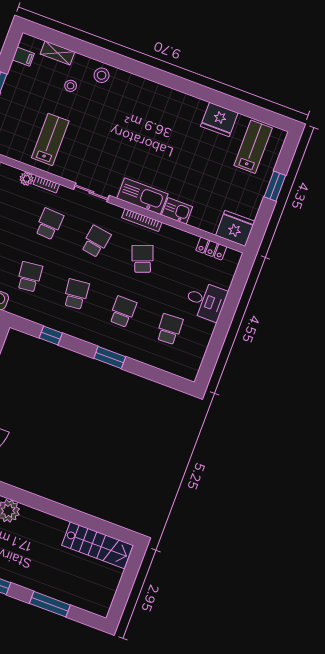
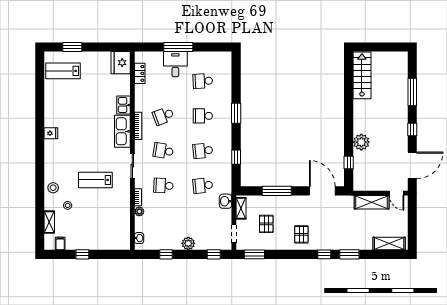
fridge: (219, 120) -> (51, 133), moved, width x0.53, depth x0.75
lab bench: (50, 139) -> (95, 180), moved
window: (275, 186) -> (72, 47), moved
window: (227, 313) -> (178, 47), added

